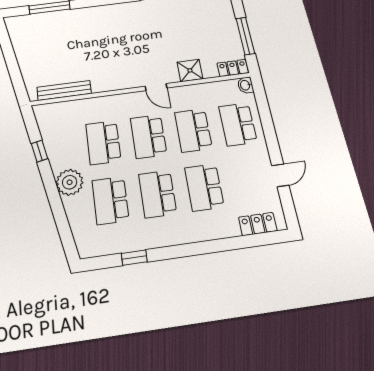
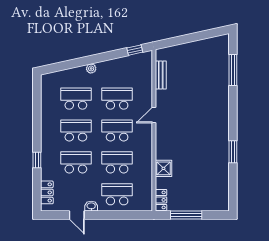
washbasin: (245, 85) -> (91, 206), moved
door: (156, 87) -> (154, 115), moved
bench: (64, 90) -> (161, 75), width x0.73
window: (39, 151) -> (135, 50), moved
plant: (70, 182) -> (91, 68), width x0.53, depth x0.53
window: (134, 258) -> (37, 160), moved

